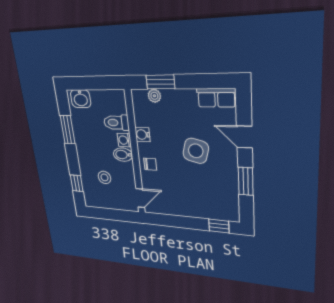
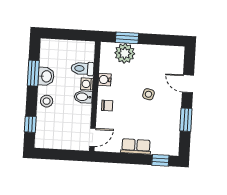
plant: (154, 96) -> (125, 53), width x1.87, depth x1.87
row of seats: (216, 98) -> (136, 146), moved, turned 180
washbasin: (81, 99) -> (46, 76), moved, turned -90
side table: (196, 151) -> (148, 94), width x0.54, depth x0.54
stool: (104, 177) -> (47, 101), moved

